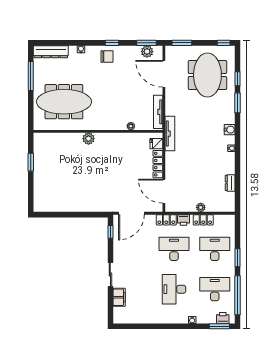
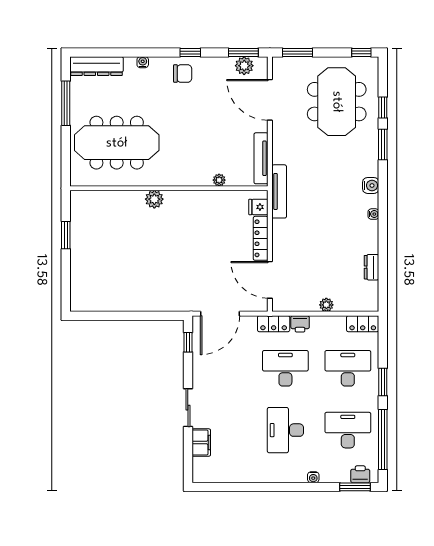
locker: (203, 220) -> (363, 324), moved

